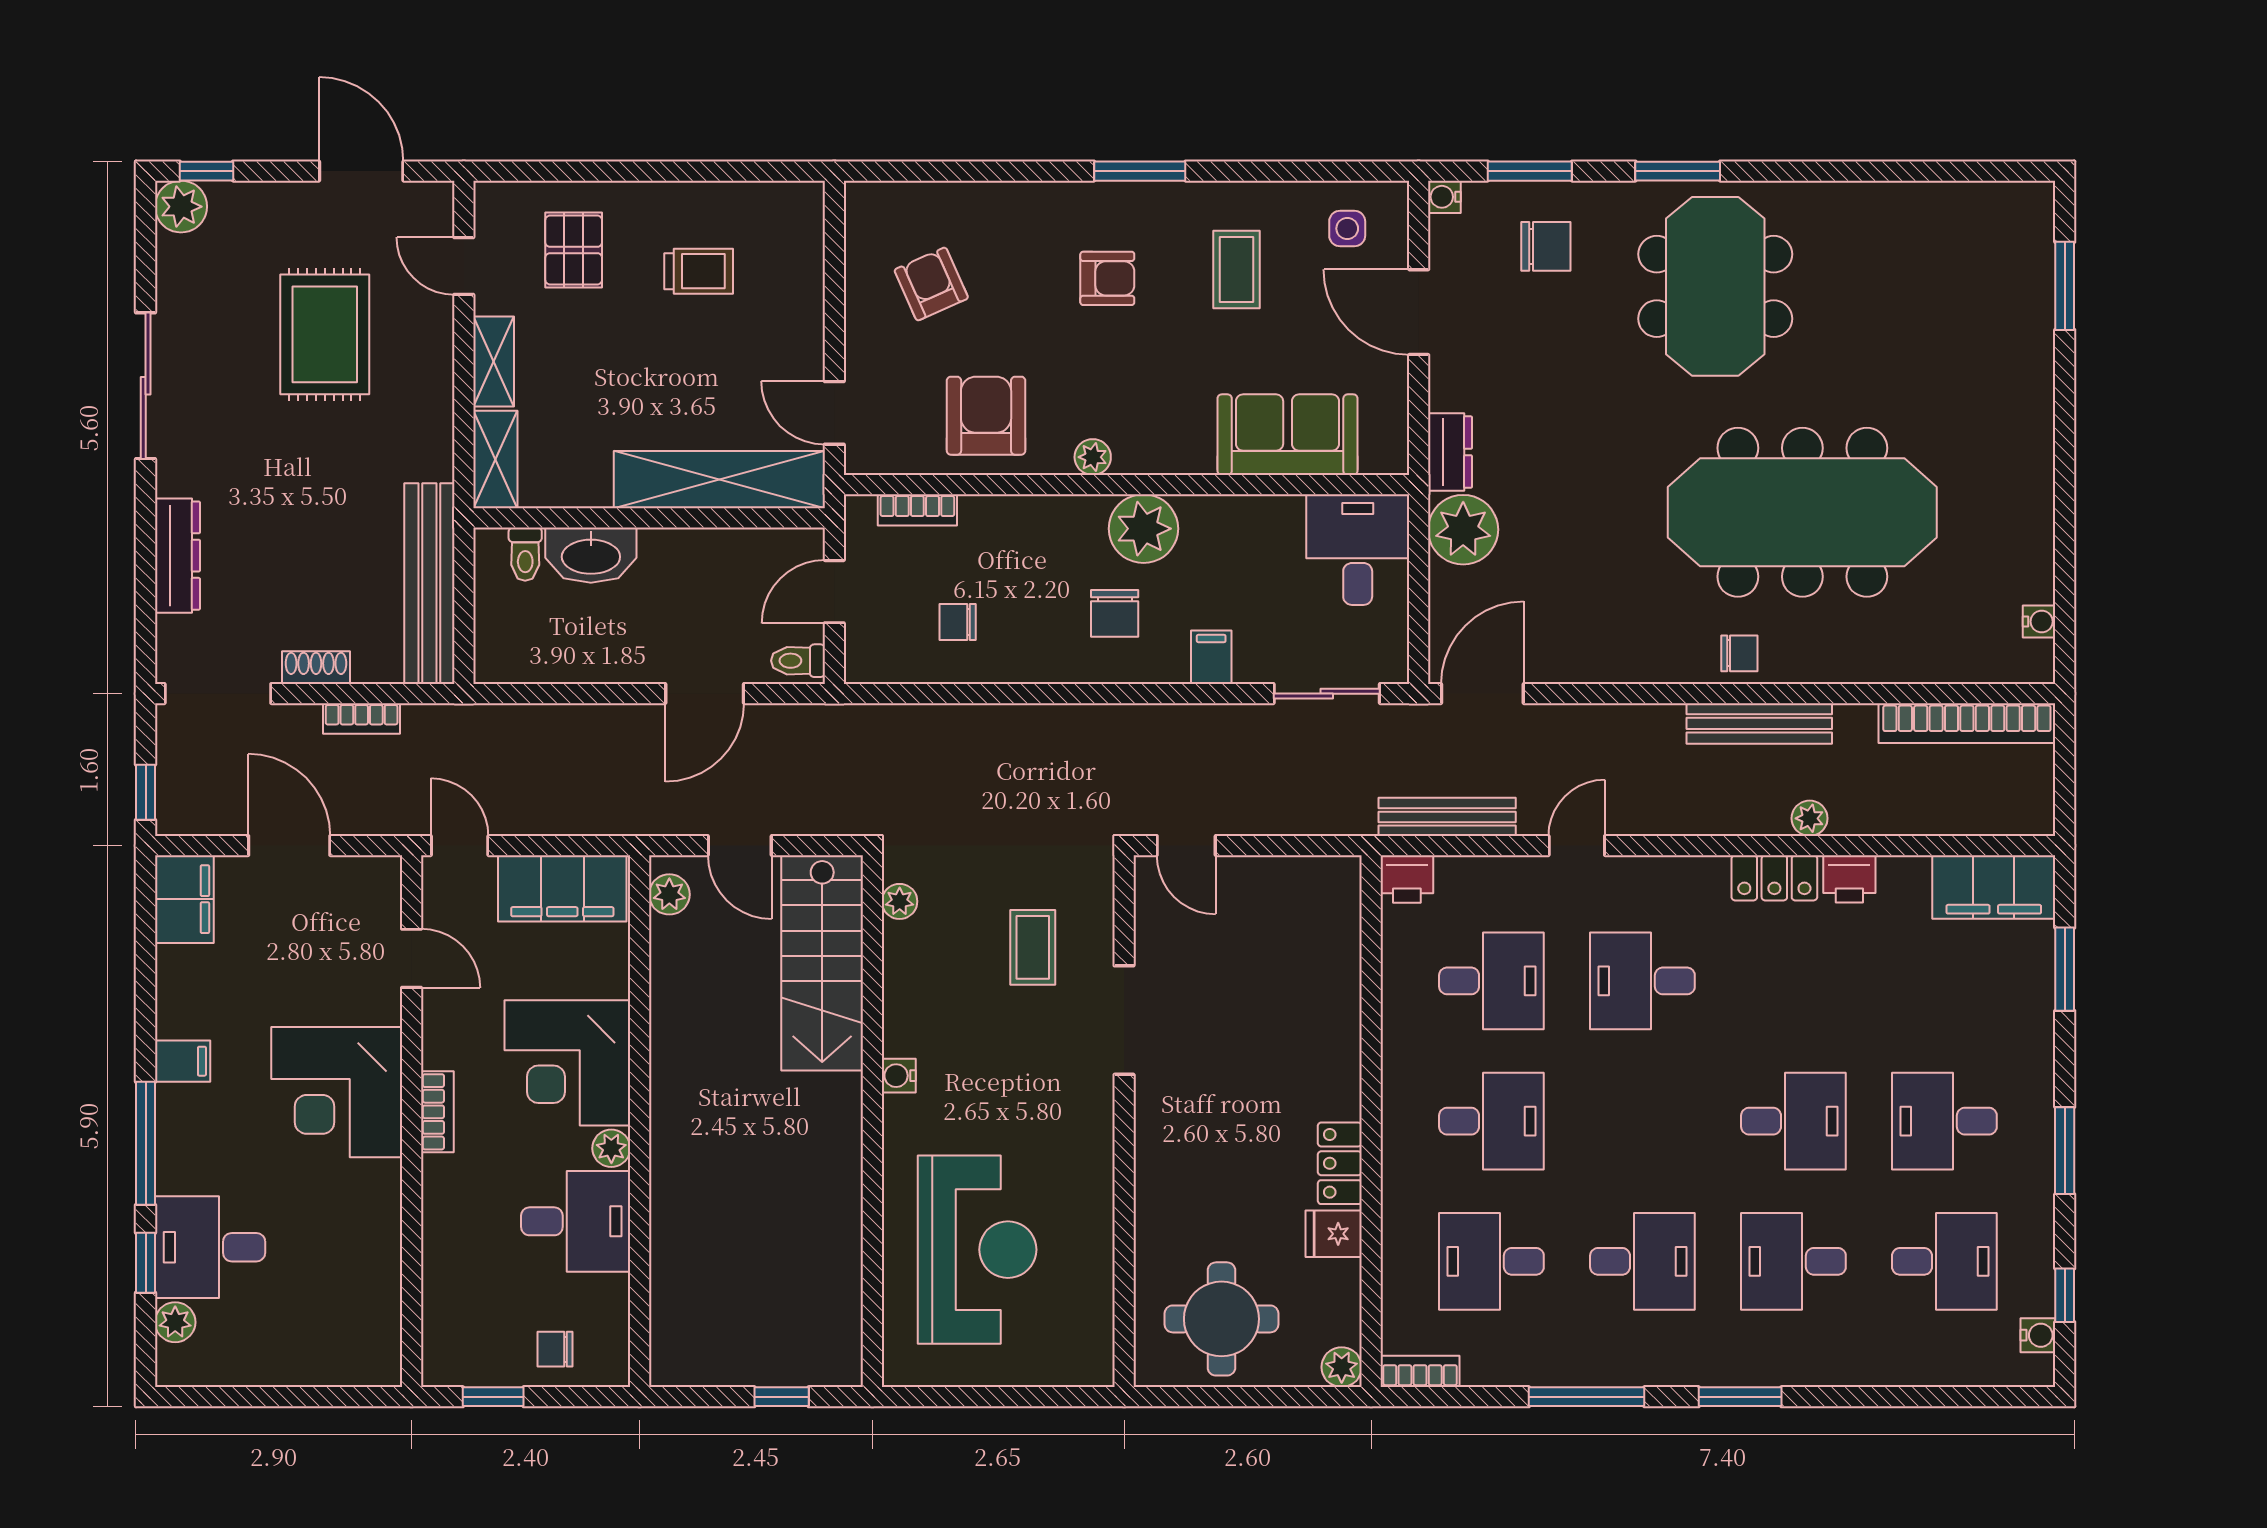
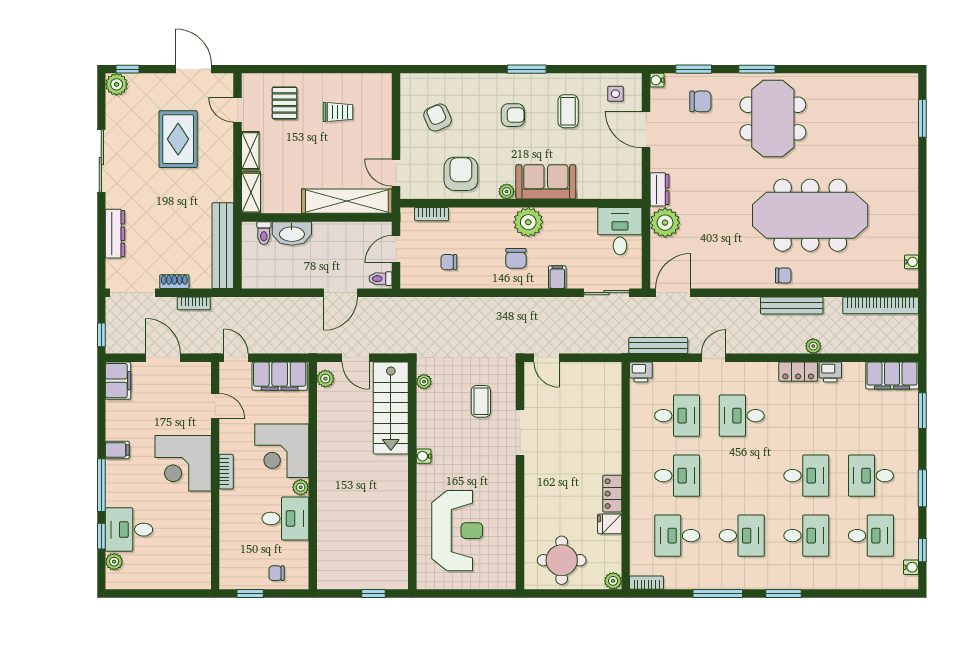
sofa: (1288, 435) -> (546, 182), moved
desk: (1793, 1261) -> (806, 536), turned 180

